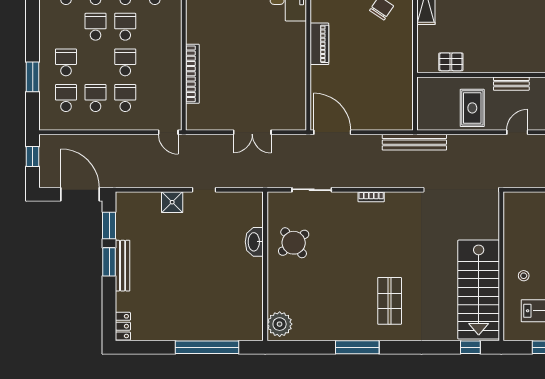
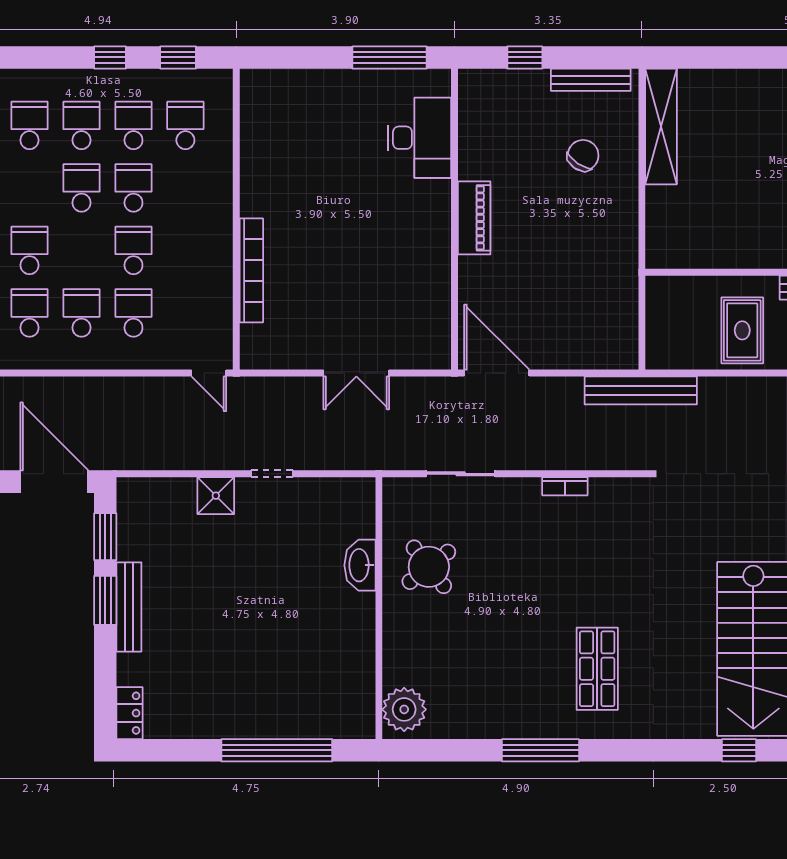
pallet: (451, 62) -> (705, 249), removed

